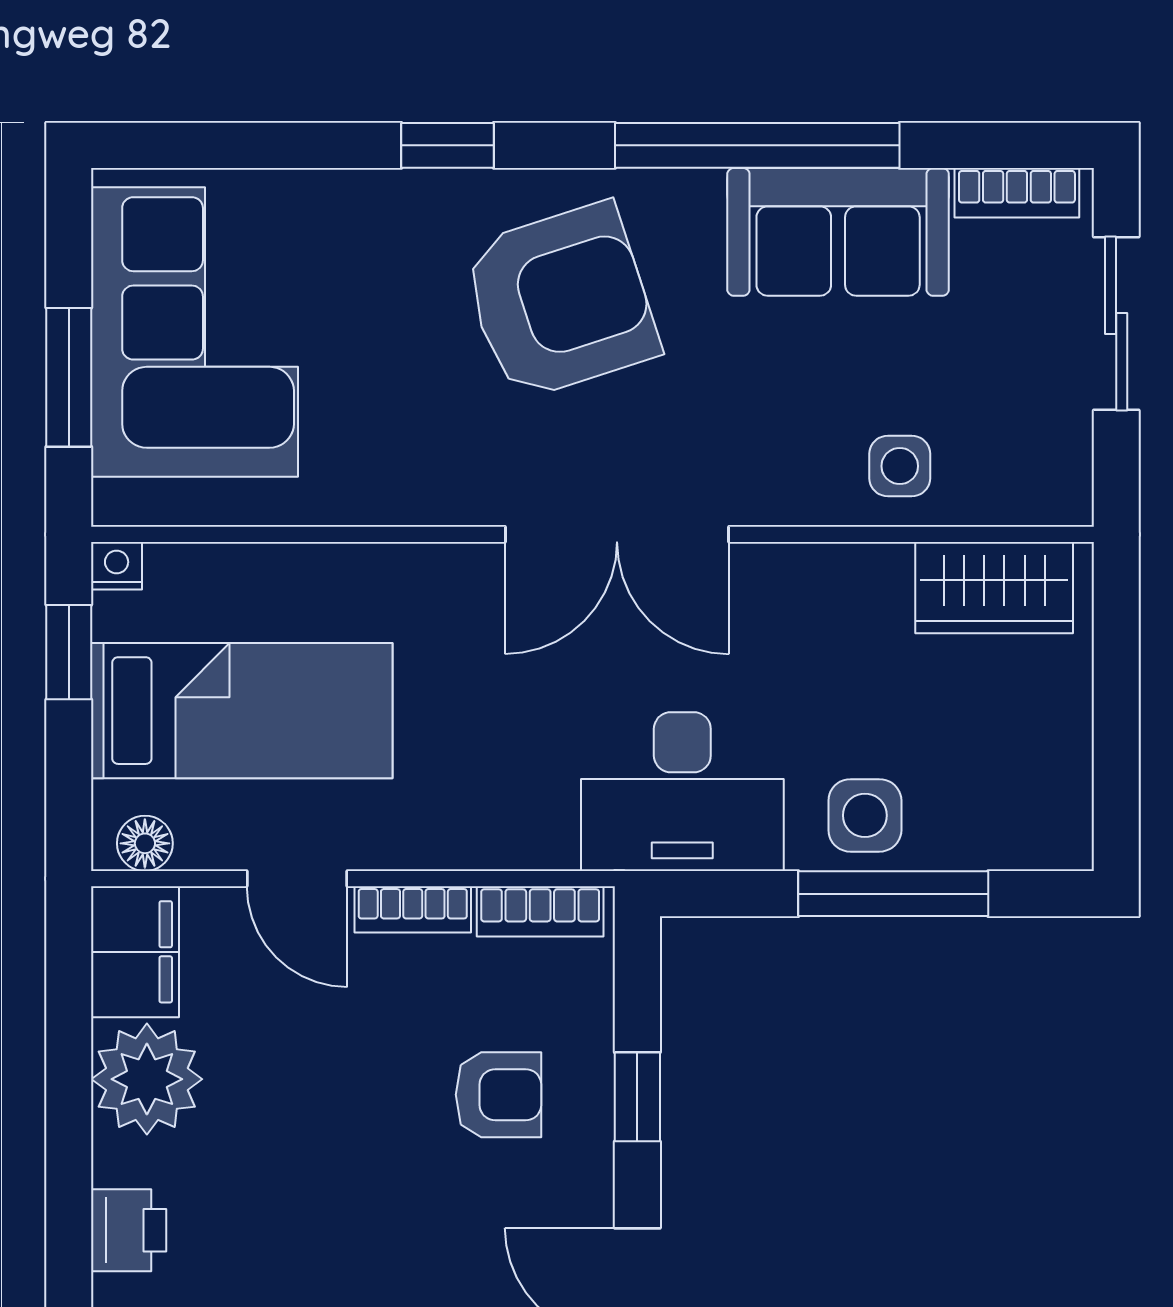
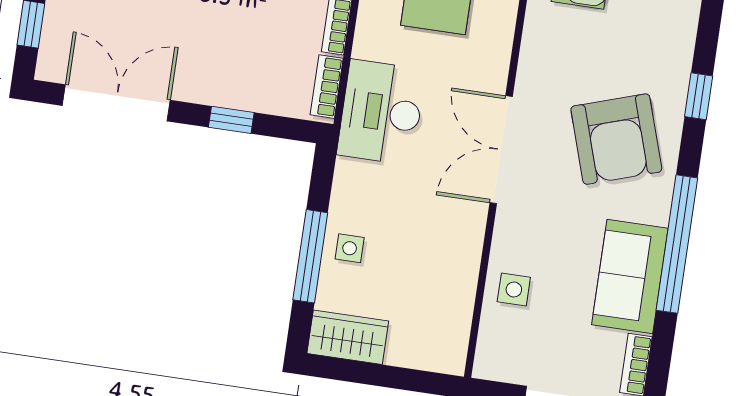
wardrobe: (994, 588) -> (348, 337), moved, turned 90
desk: (682, 792) -> (381, 112), moved
side table: (865, 815) -> (350, 248), width x0.73, depth x0.73
armchair: (498, 1095) -> (242, 54), removed

